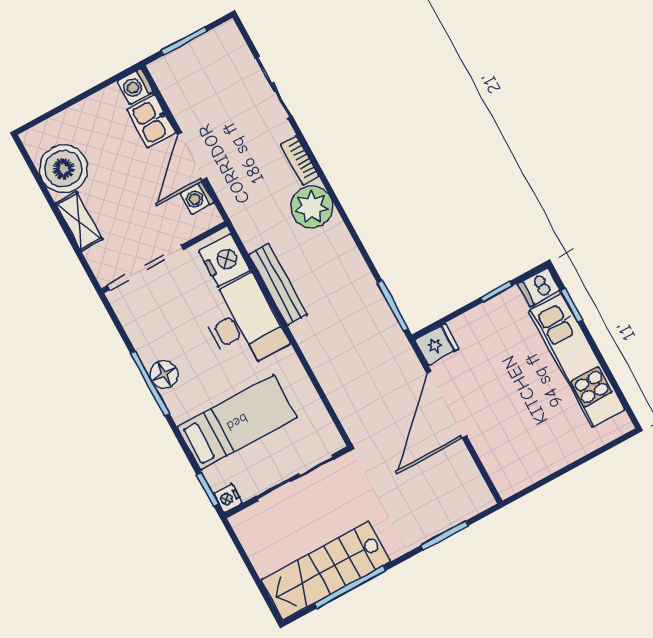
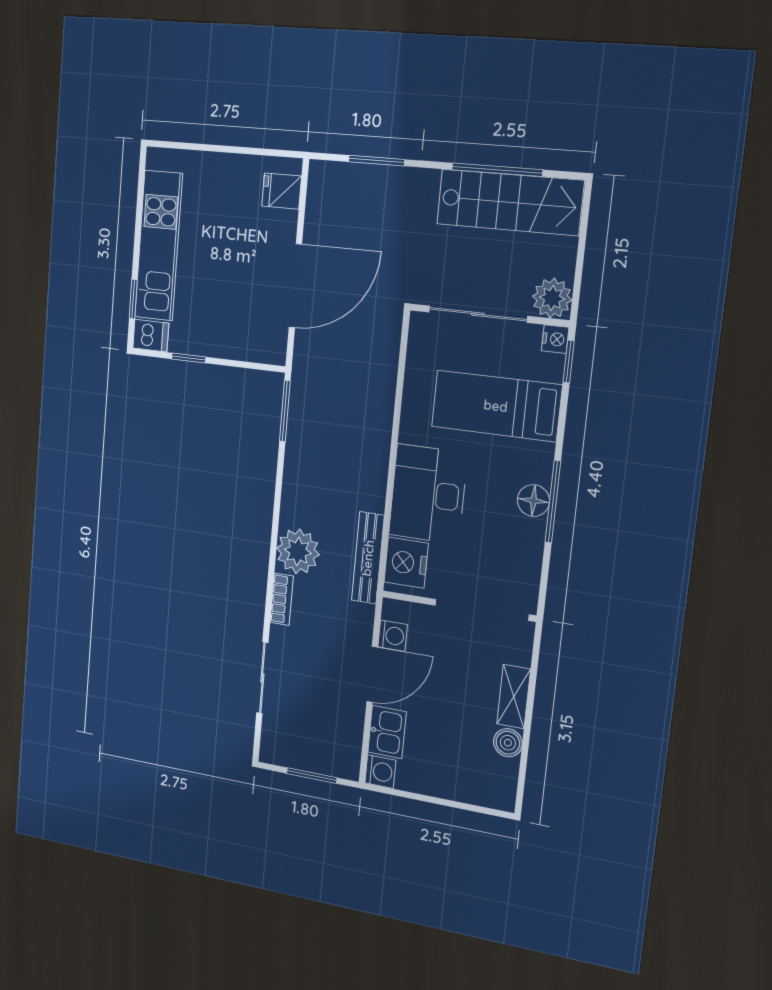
boiler: (64, 169) -> (508, 743), width x0.54, depth x0.54
bench: (278, 284) -> (368, 558), moved
fridge: (437, 344) -> (282, 191), moved
plant: (250, 525) -> (552, 298), added

